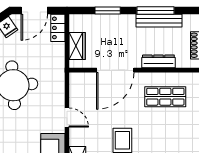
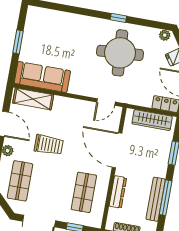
wardrobe: (77, 46) -> (152, 120), width x1.50
door: (67, 118) -> (106, 102), moved

